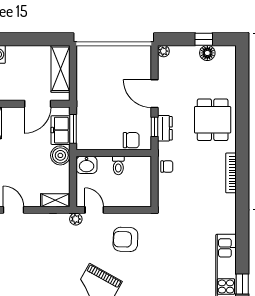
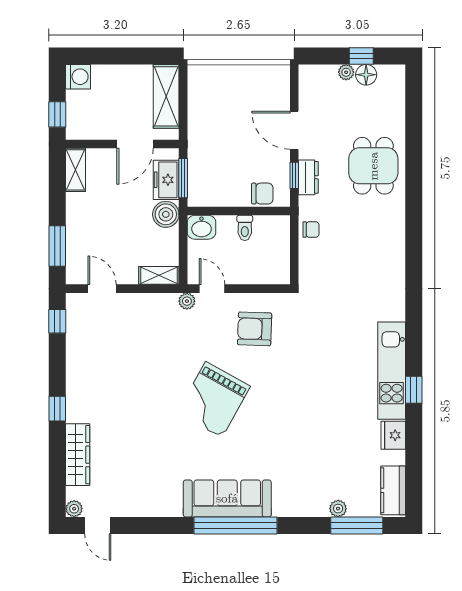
plant: (163, 51) -> (346, 72), moved
bookcase: (231, 173) -> (398, 238), removed

